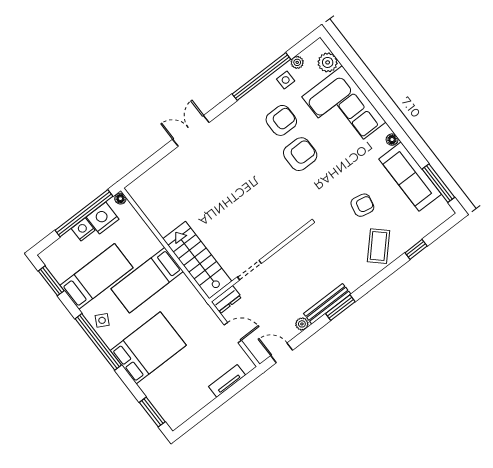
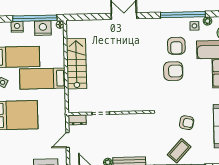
armchair: (281, 120) -> (176, 46), turned 90
nightstand: (83, 229) -> (17, 27), moved
stairs: (197, 260) -> (76, 64), moved
door: (233, 333) -> (68, 140), swing flipped

